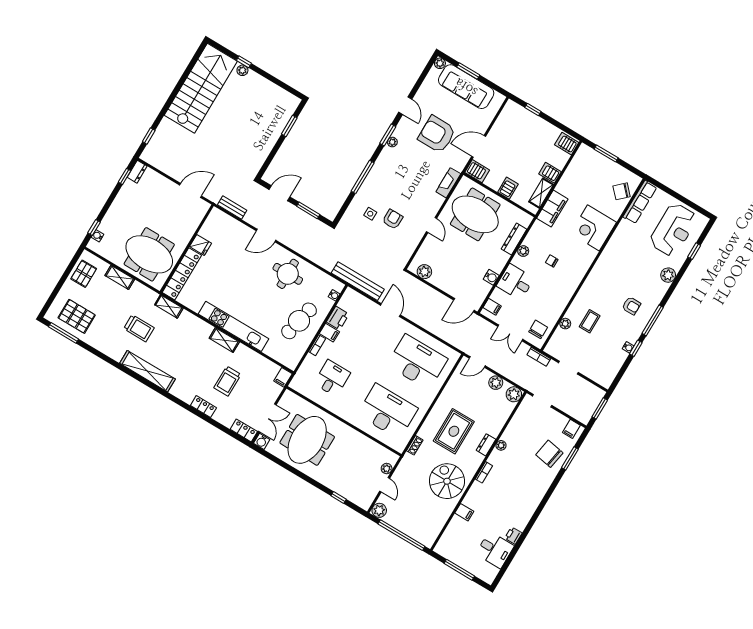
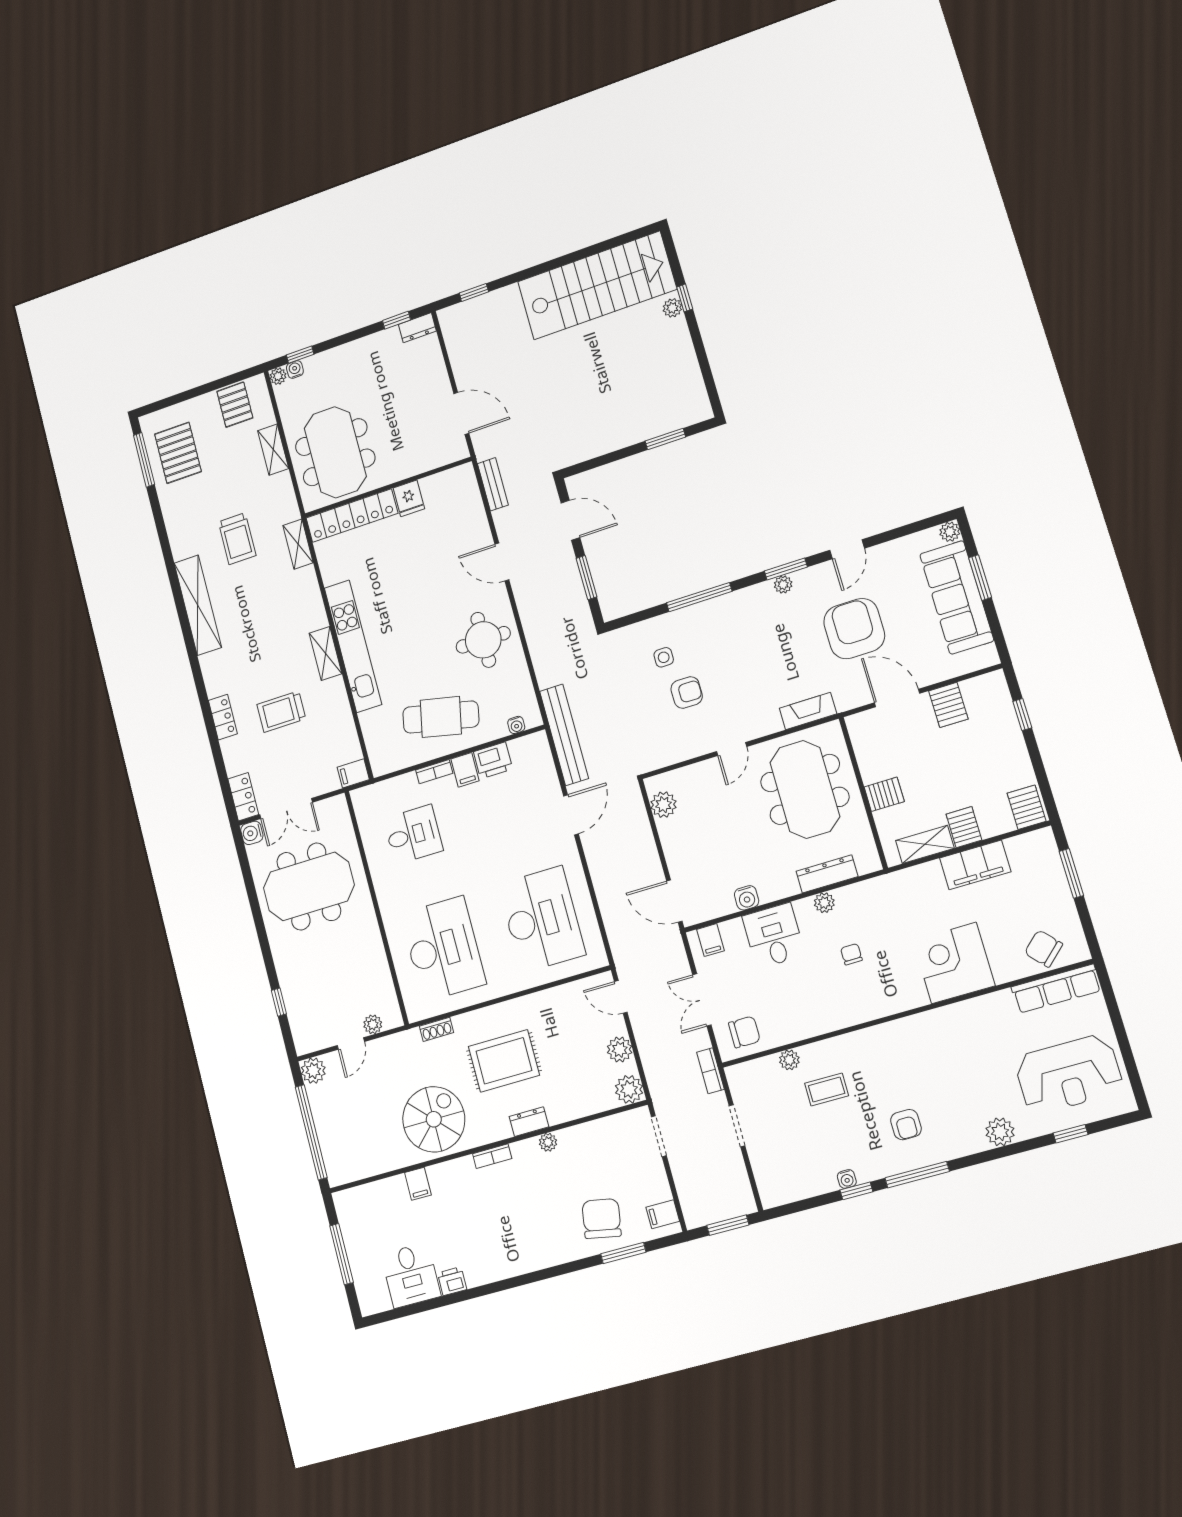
server rack: (477, 171) -> (948, 705), moved
filing cabinet: (552, 209) -> (975, 865), moved
plant: (92, 245) -> (278, 376), added
pallet: (84, 274) -> (235, 405), turned 90

